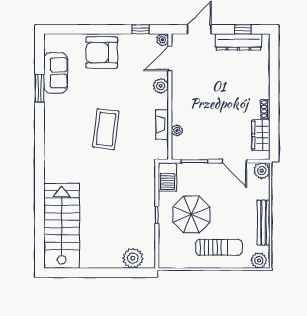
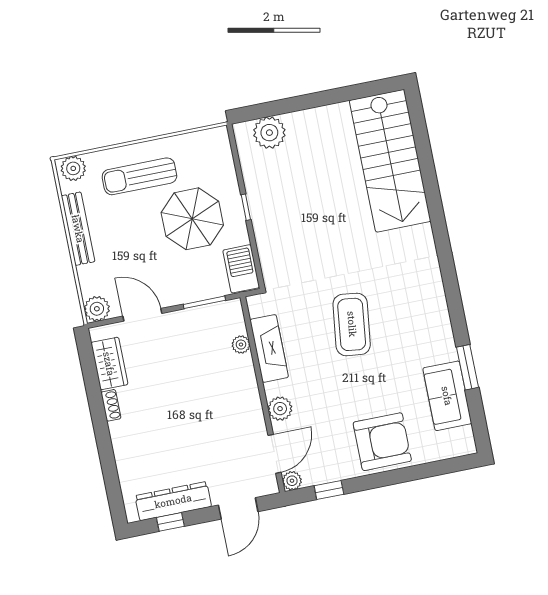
fireplace: (162, 125) -> (269, 348), width x1.37, depth x1.32

